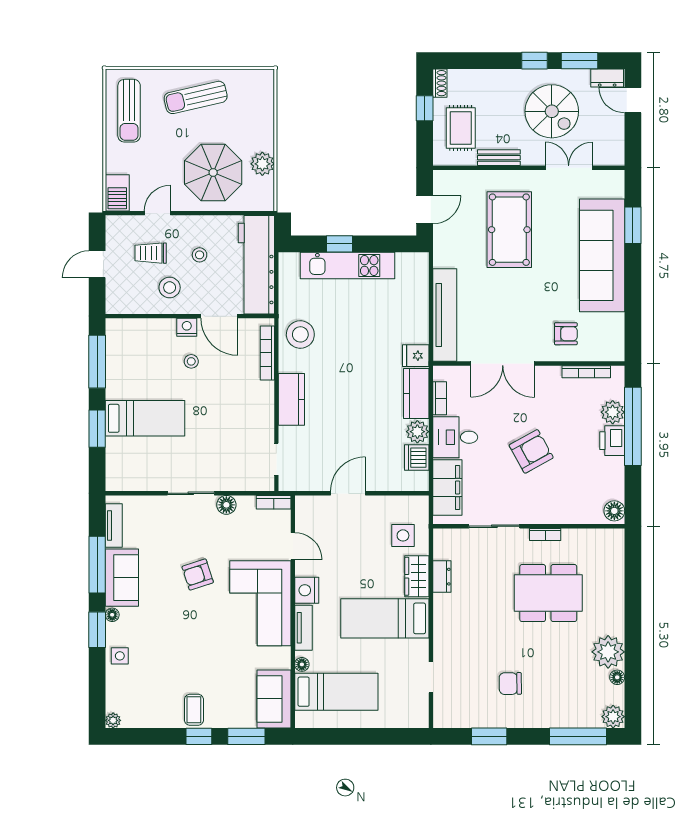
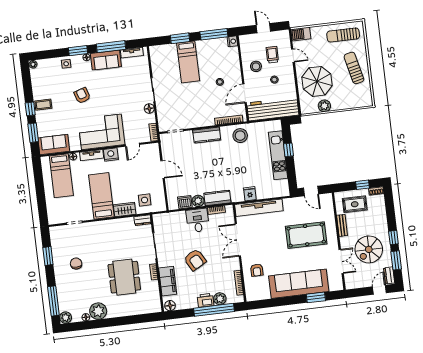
nightstand: (187, 327) -> (232, 41), moved
fridge: (416, 356) -> (250, 194), moved
filing cabinet: (447, 487) -> (168, 281), moved, turned -90
armchair: (198, 575) -> (82, 96), moved
dresser: (442, 577) -> (143, 220), moved

